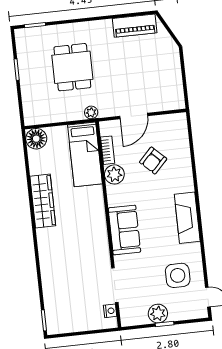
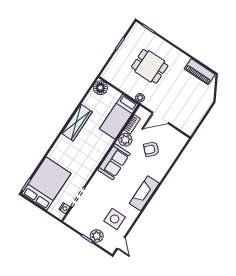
dining table: (72, 67) -> (150, 66), turned 90
sofa: (124, 230) -> (114, 162), moved
bed: (66, 300) -> (46, 184), added
plant: (158, 314) -> (97, 236), moved

